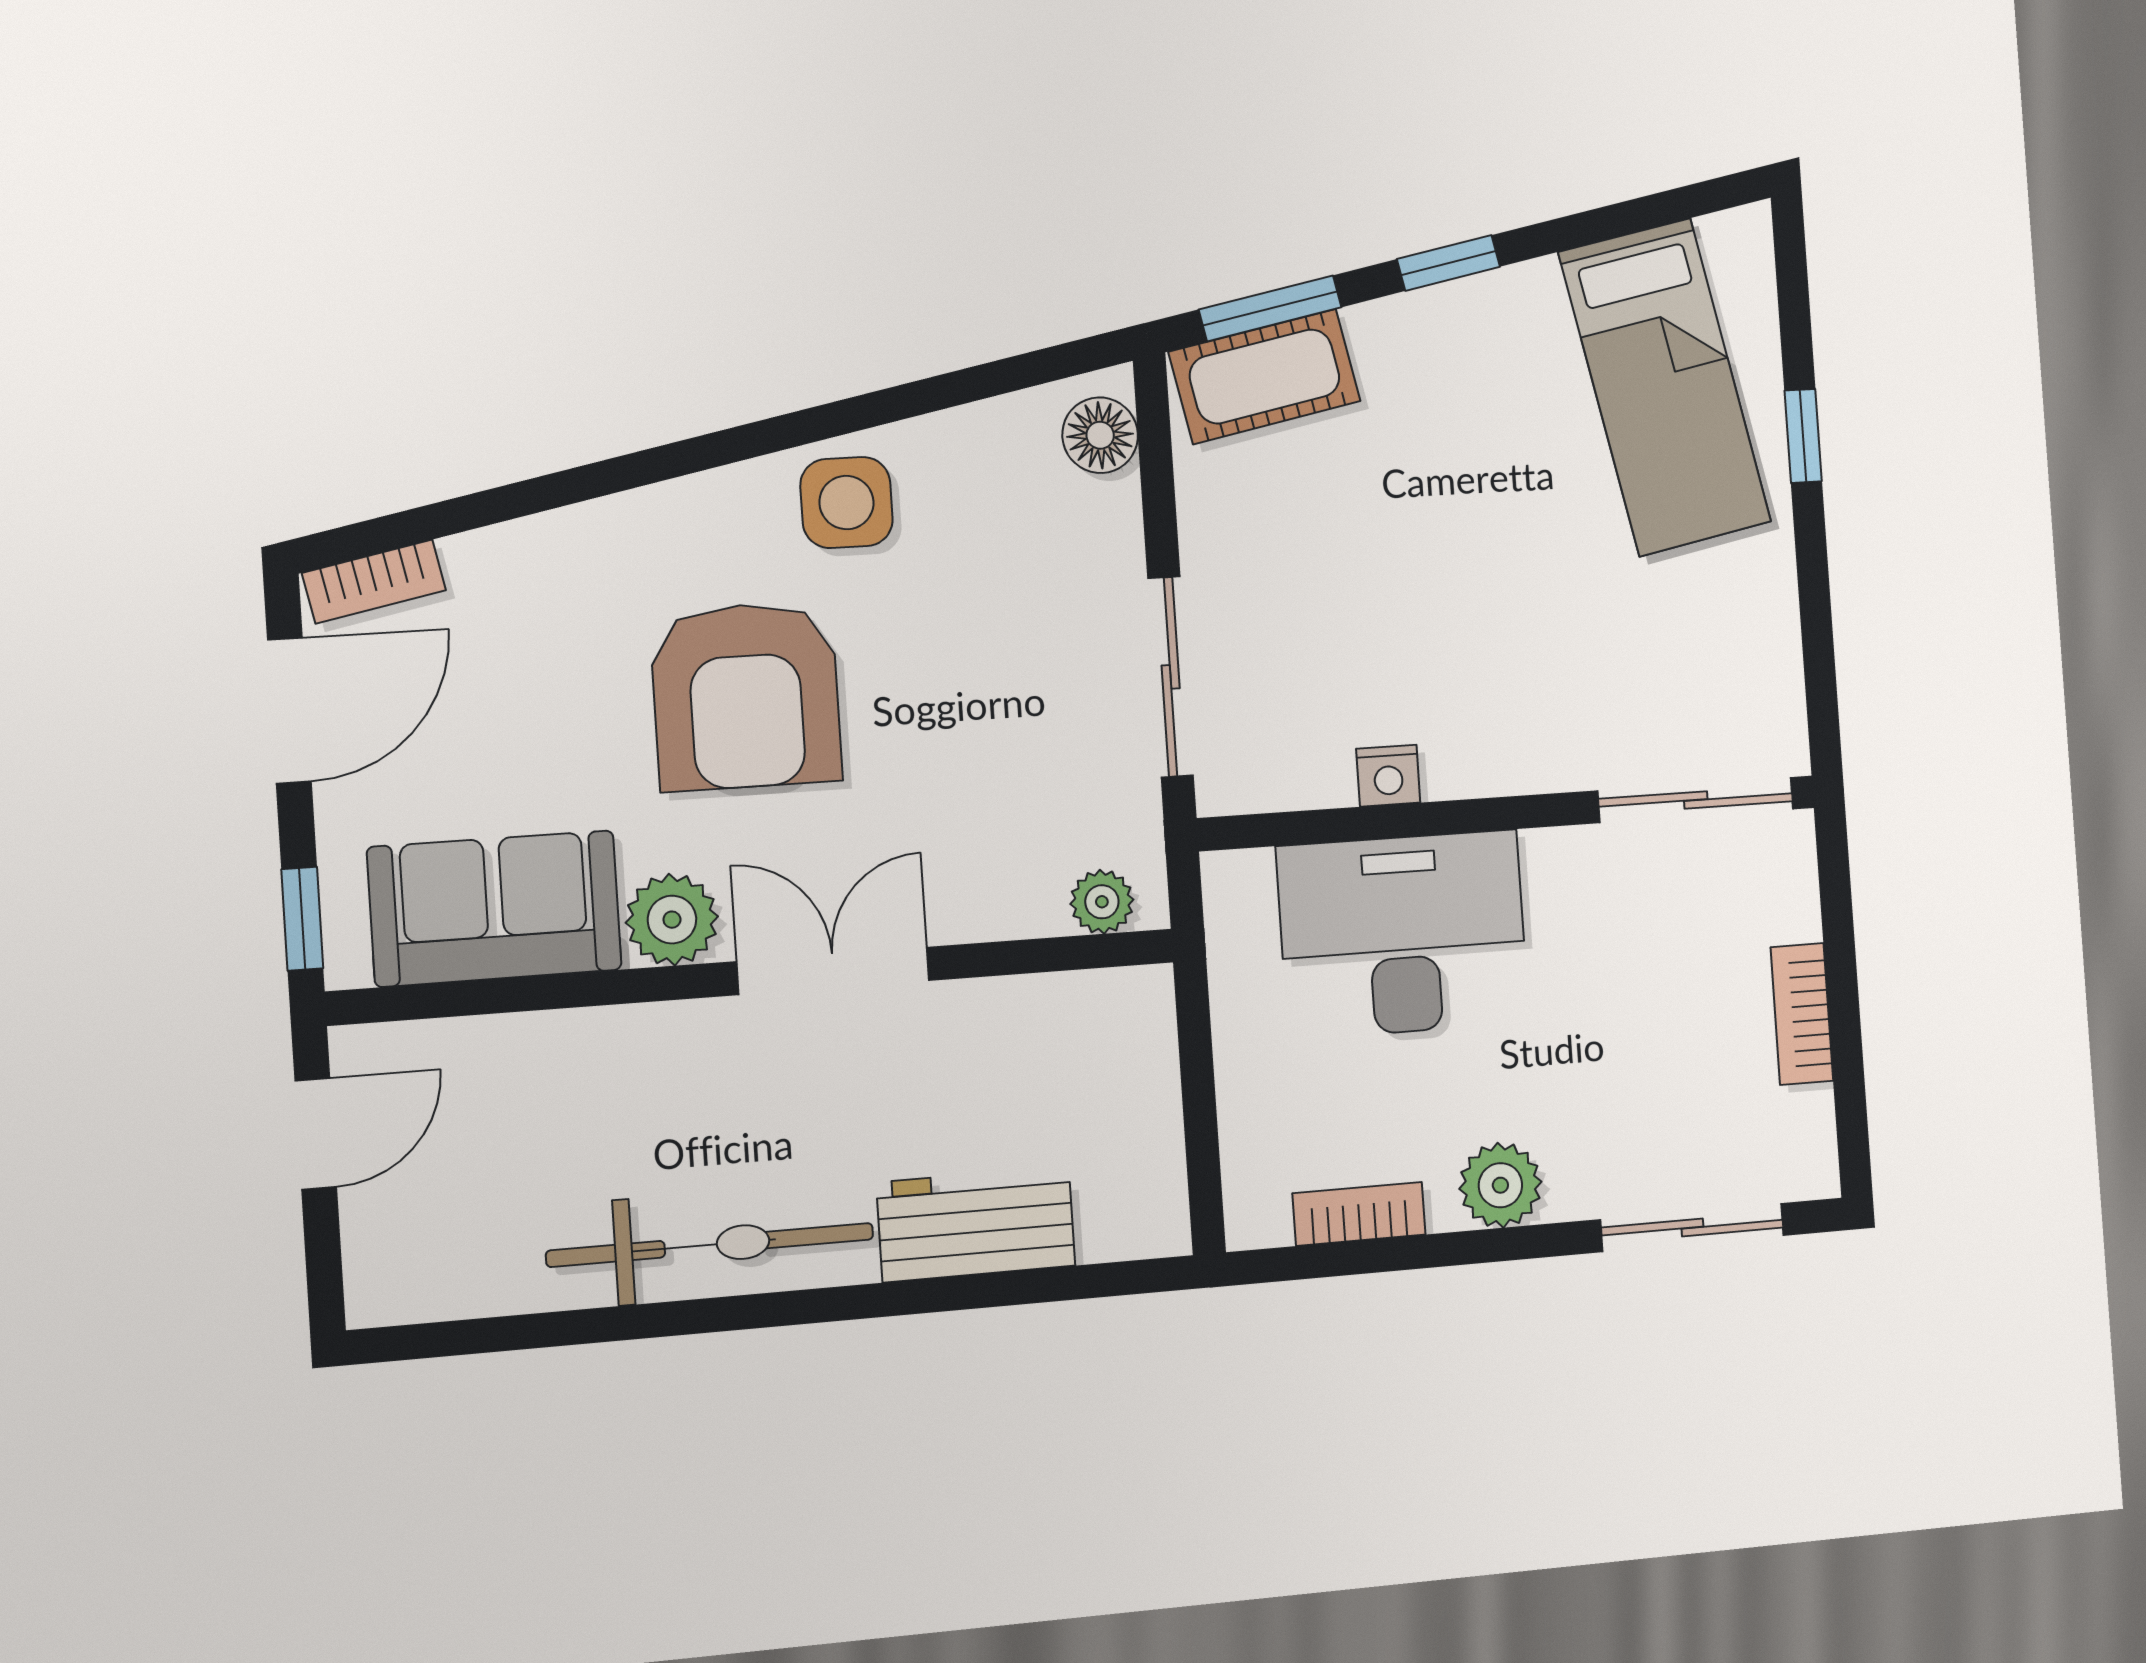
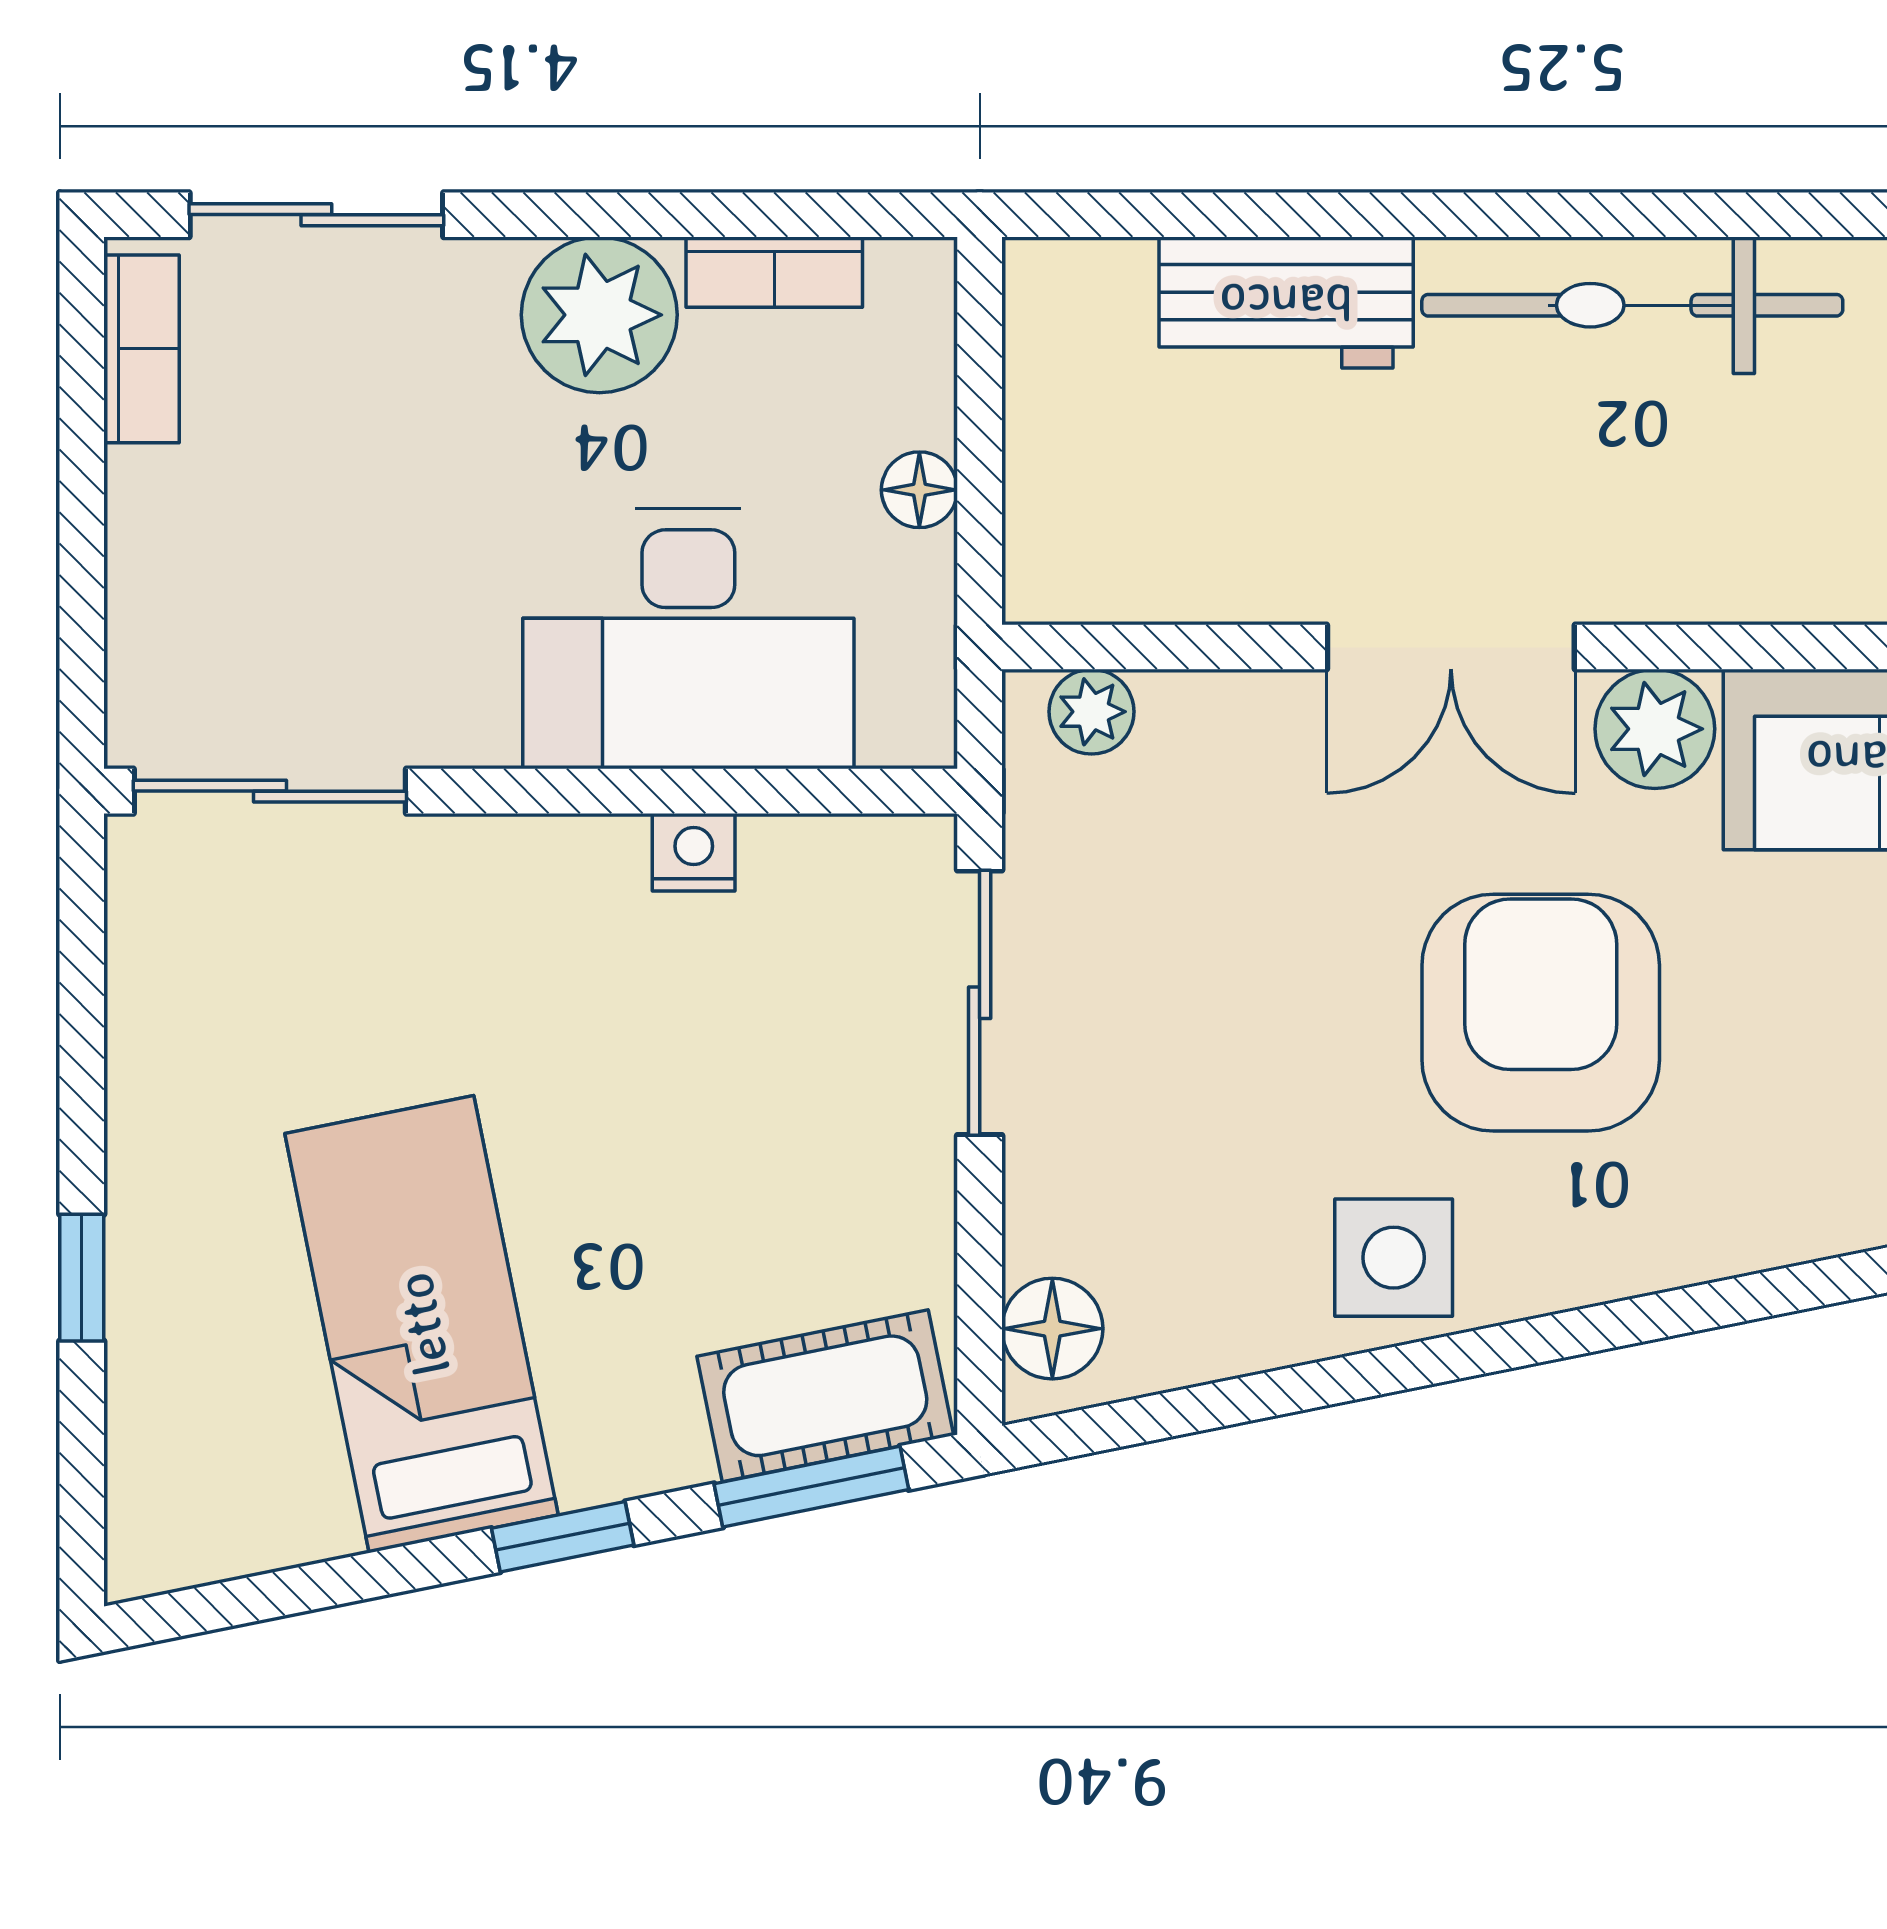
bed: (1665, 387) -> (422, 1324), moved
bookcase: (1802, 1014) -> (142, 349), moved
floor lamp: (1241, 1059) -> (919, 490), added
plant: (1500, 1185) -> (599, 315), width x1.36, depth x1.36

